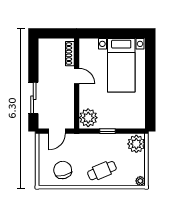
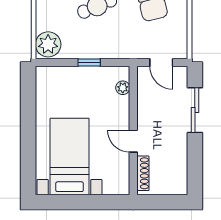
plant: (88, 118) -> (123, 88), width x0.53, depth x0.53
door: (57, 131) -> (161, 62), swing flipped

